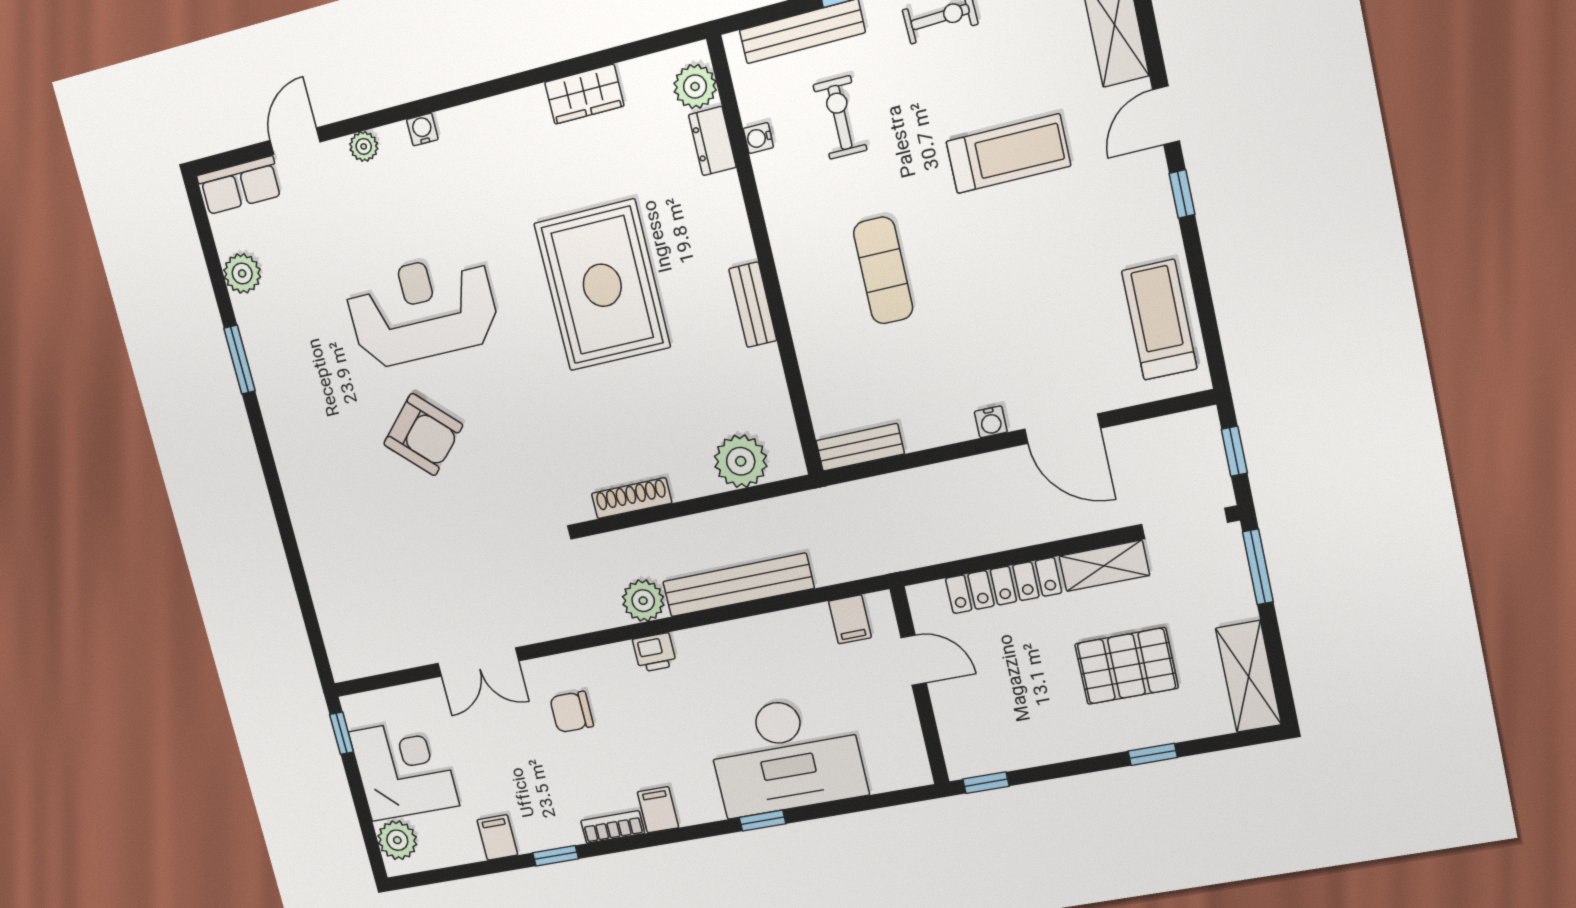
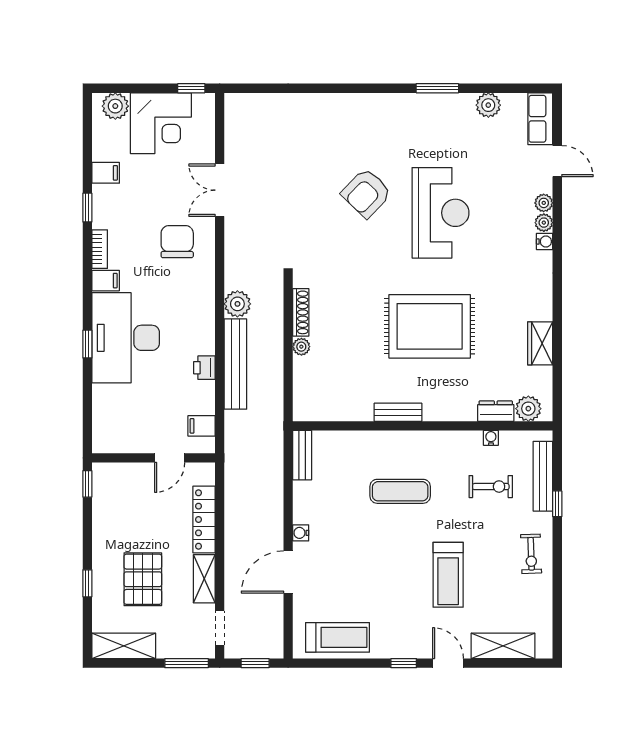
plant: (394, 138) -> (544, 223), added
plant: (741, 461) -> (301, 347), moved, width x0.53, depth x0.53
doorway: (1184, 523) -> (220, 628), width x0.73
printer: (654, 652) -> (204, 368), moved
chair: (572, 712) -> (177, 242), width x1.37, depth x1.37
desk: (786, 755) -> (126, 338), moved

